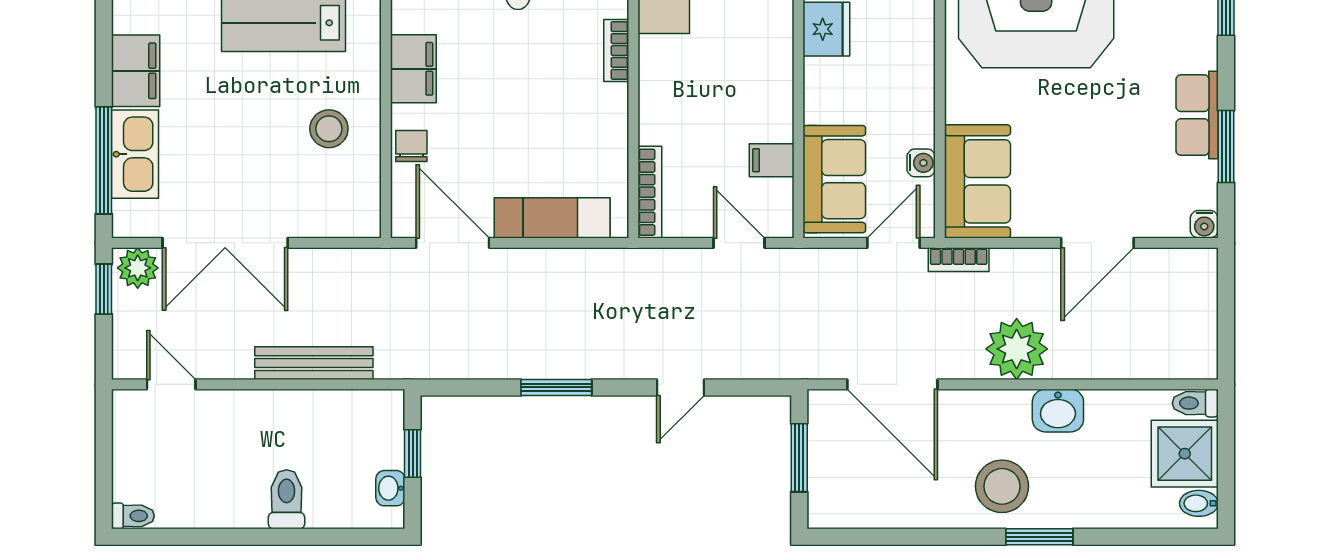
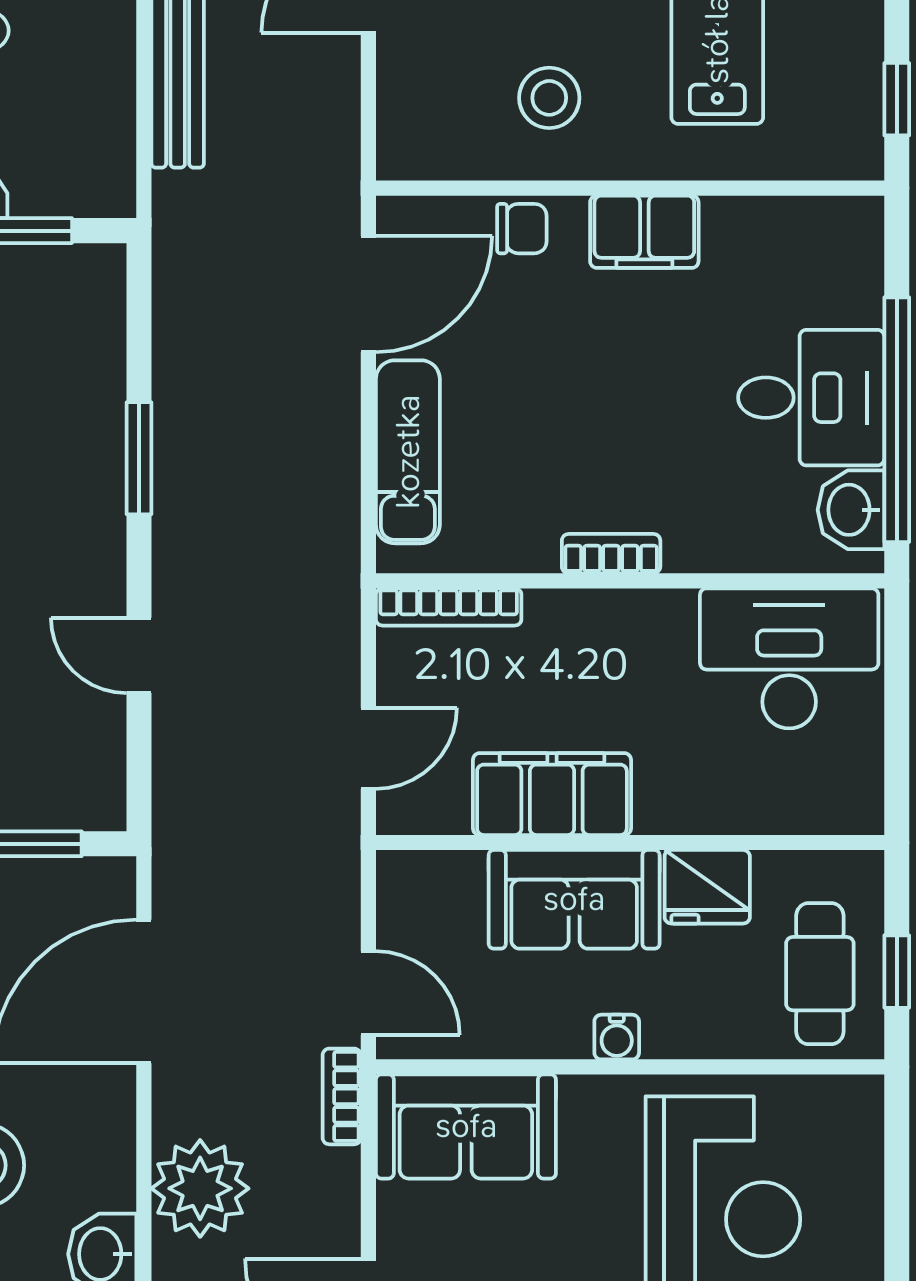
bookcase: (616, 51) -> (611, 554), moved
filing cabinet: (772, 160) -> (552, 794), width x3.00, depth x1.17
water cooler: (921, 163) -> (617, 1037), moved
sofa: (834, 179) -> (574, 899), moved

